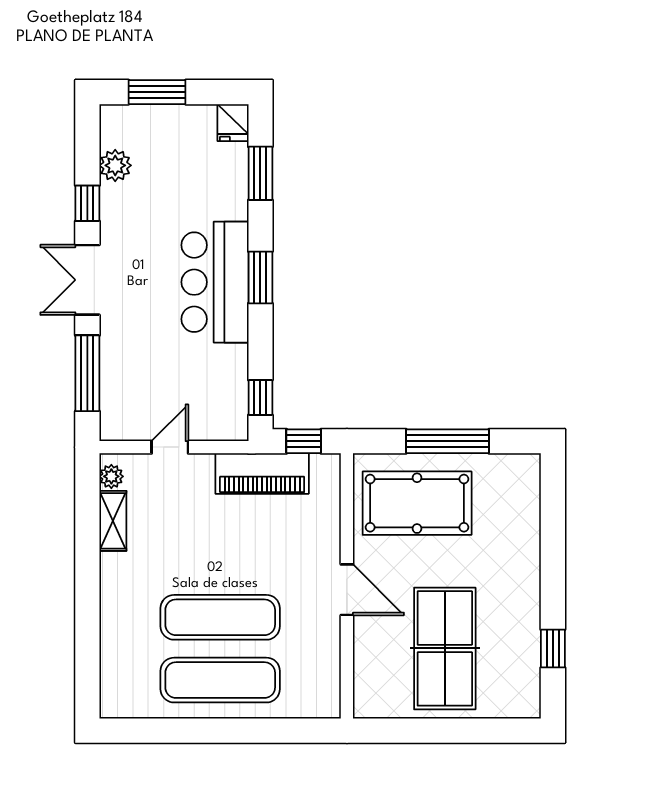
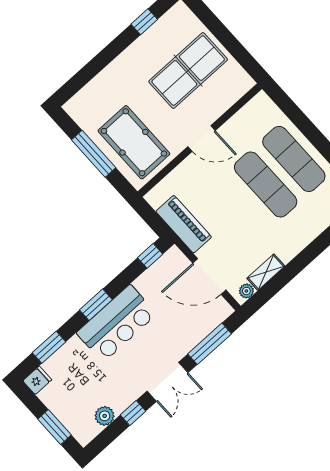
window: (304, 441) -> (152, 219), removed
door: (170, 447) -> (209, 276), width x1.88
door: (347, 590) -> (202, 139), swing flipped

